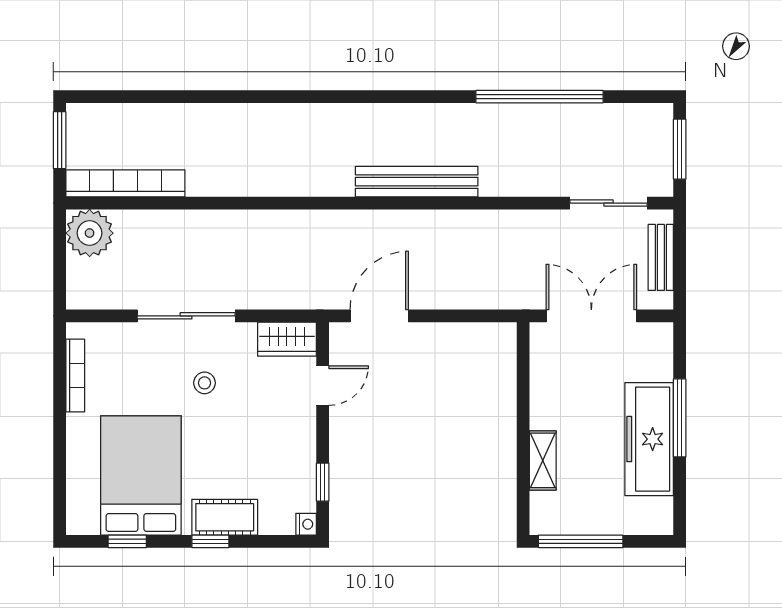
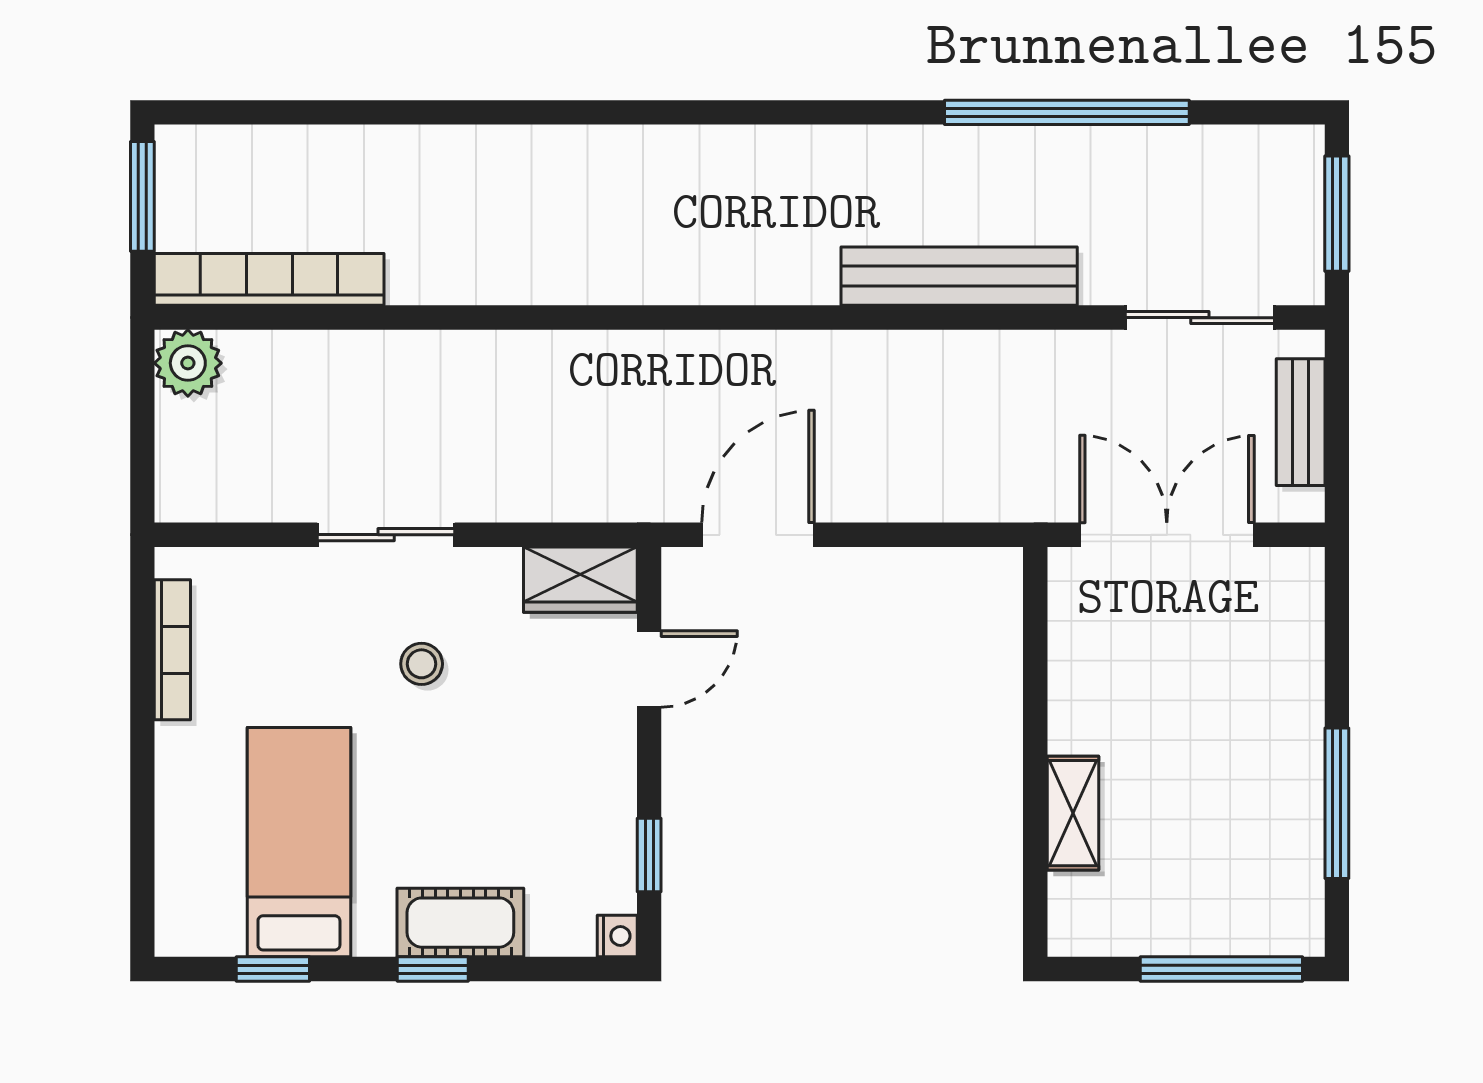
bench: (417, 182) -> (959, 276), moved
plant: (90, 233) -> (188, 363), width x0.73, depth x0.73
sliding door: (186, 316) -> (386, 535), width x0.73
window: (680, 418) -> (1337, 803), moved
freezer: (649, 439) -> (1278, 772), removed
bed: (141, 475) -> (299, 842), width x0.67
window: (581, 541) -> (1221, 969), moved

